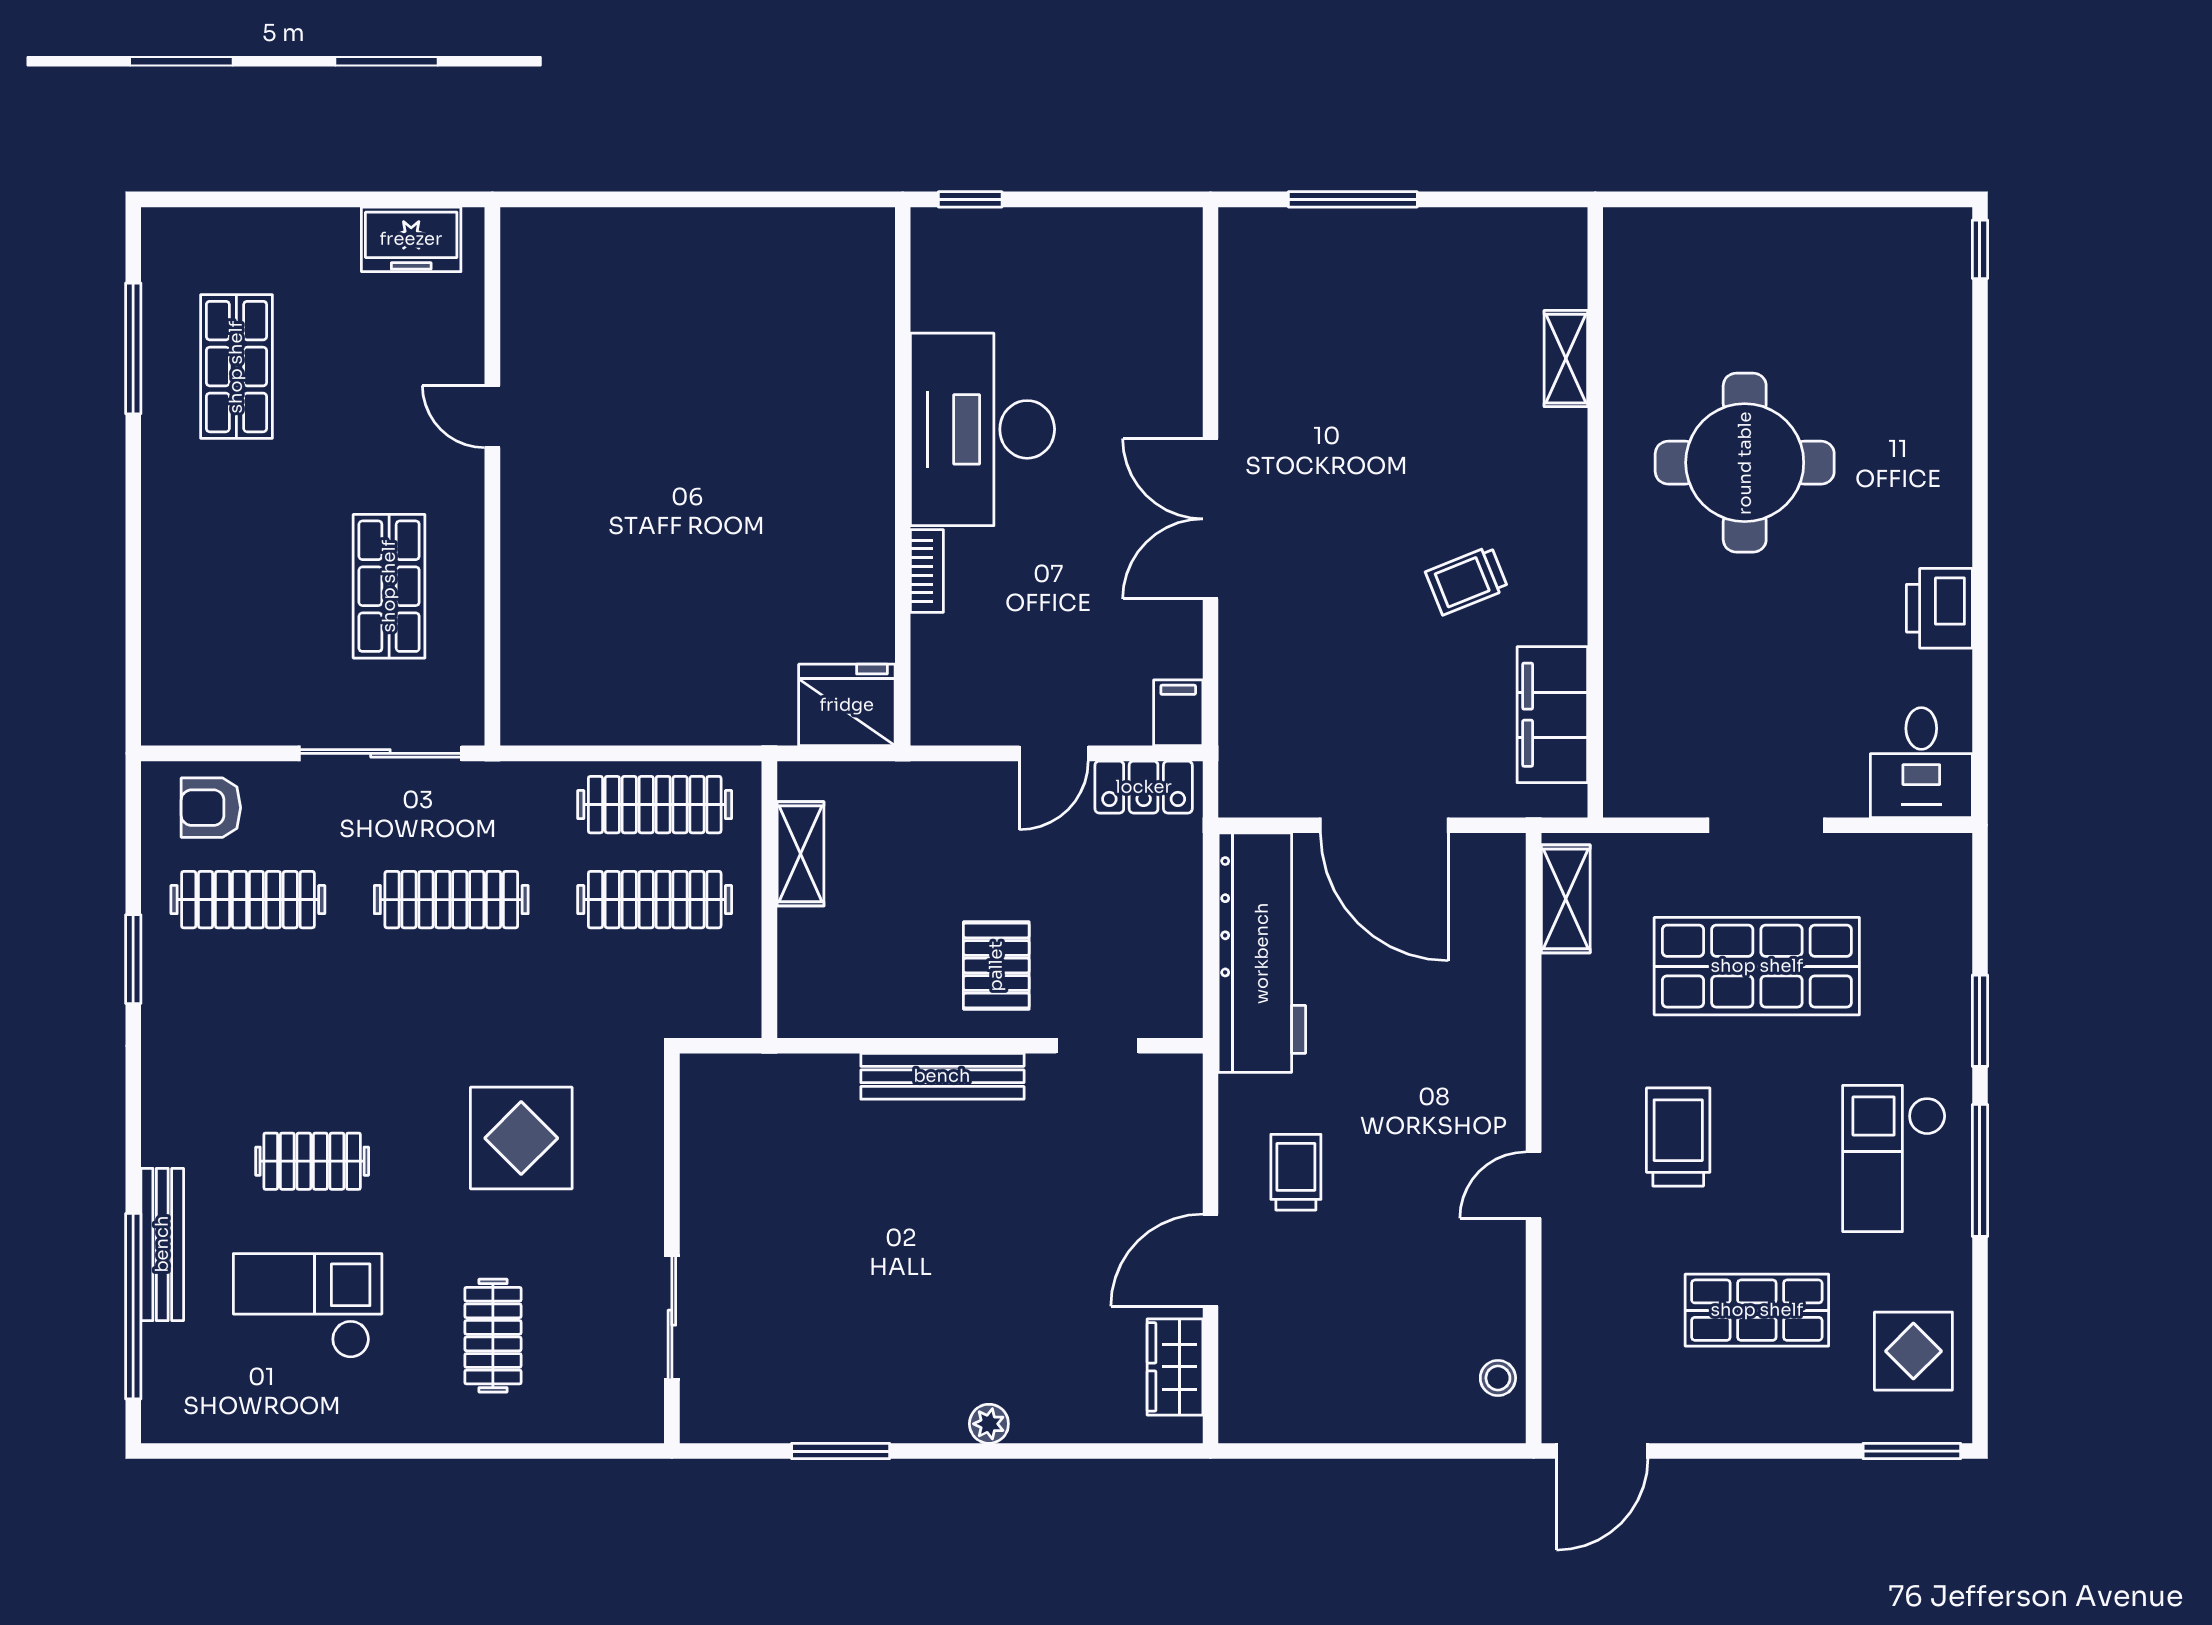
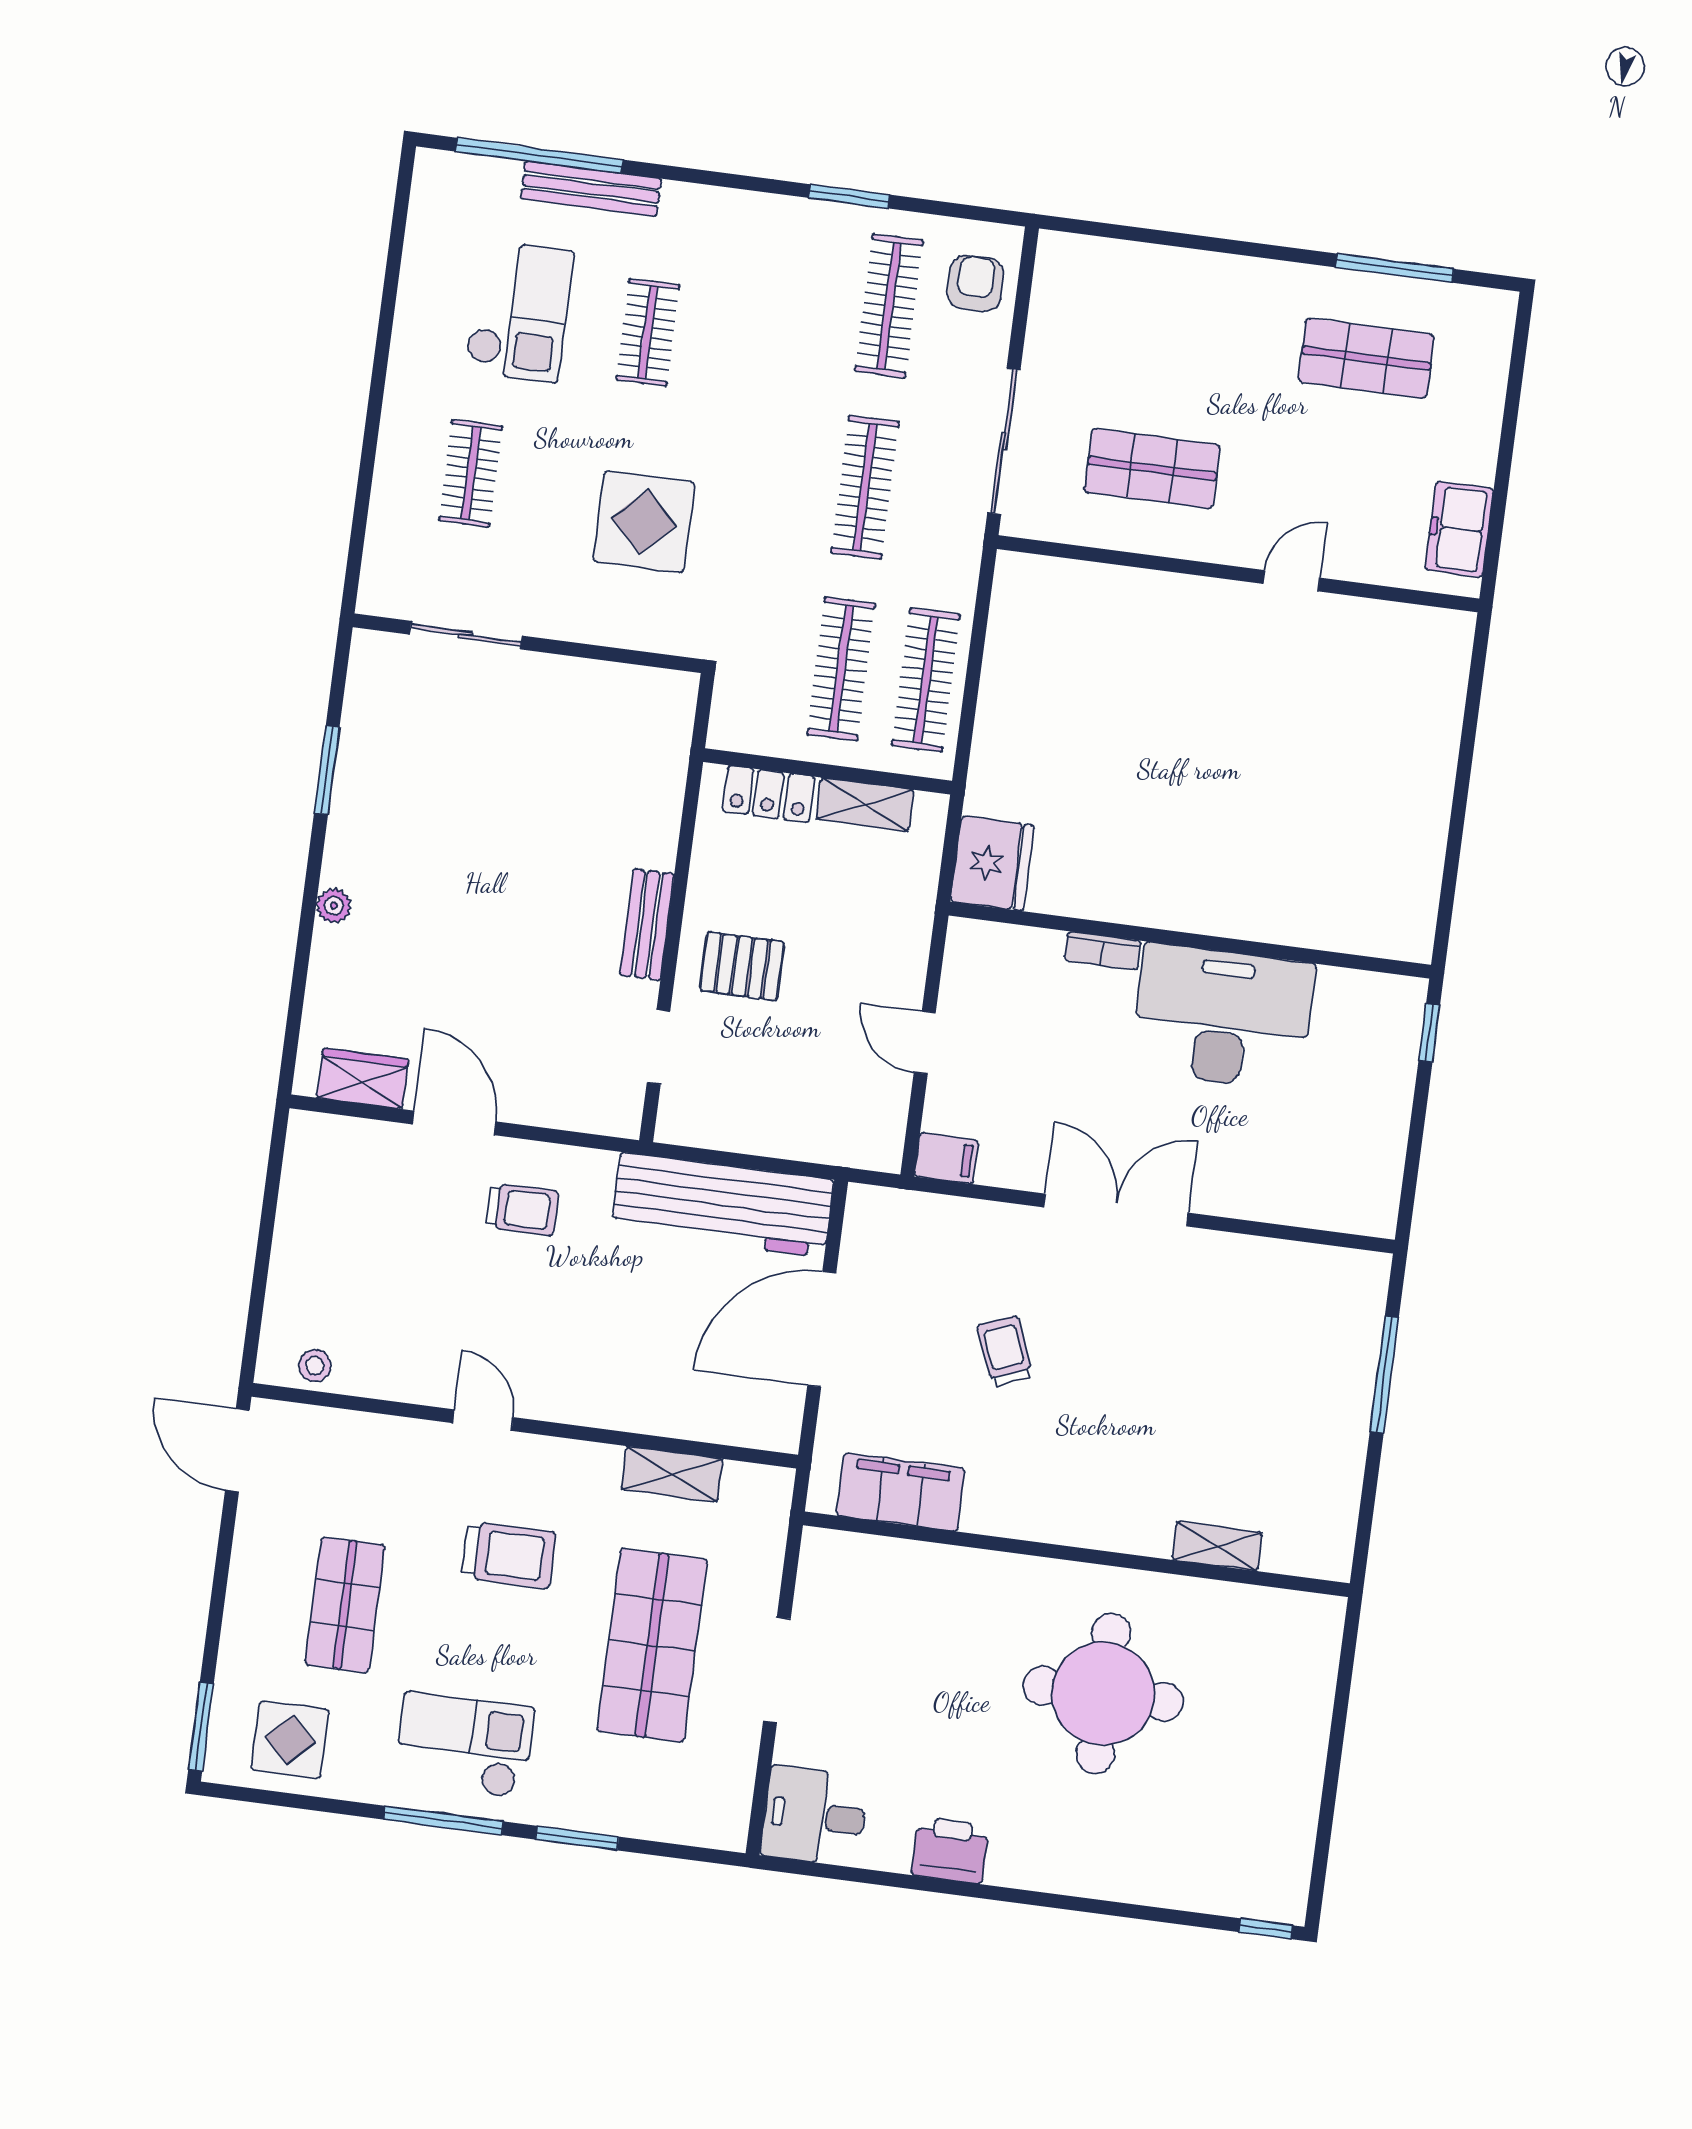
trolley: (1467, 580) -> (1005, 1351), moved
locker: (1144, 787) -> (768, 794), moved, turned -90
shelving: (1566, 899) -> (672, 1474), moved
bench: (942, 1076) -> (647, 925), width x0.73
clothes rail: (493, 1336) -> (471, 473), turned 90

